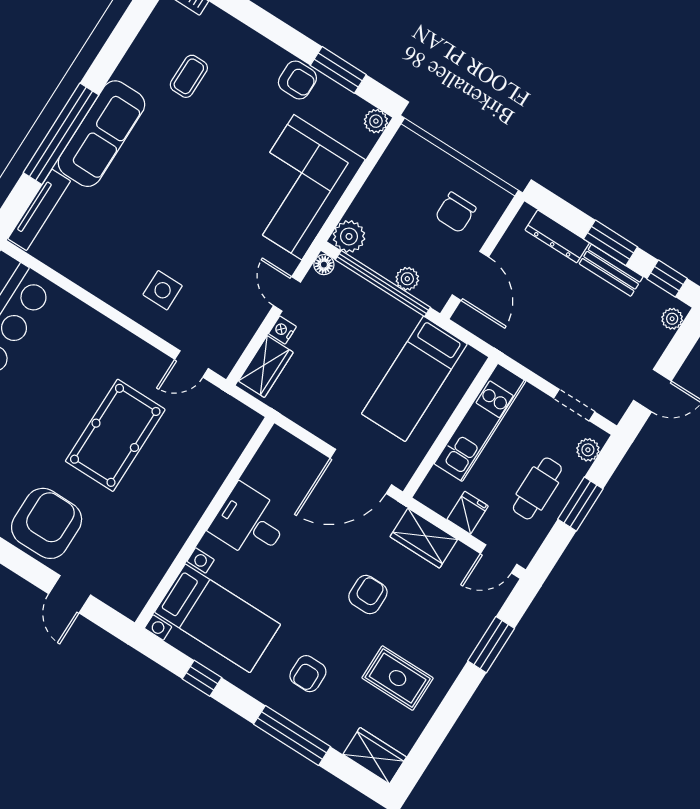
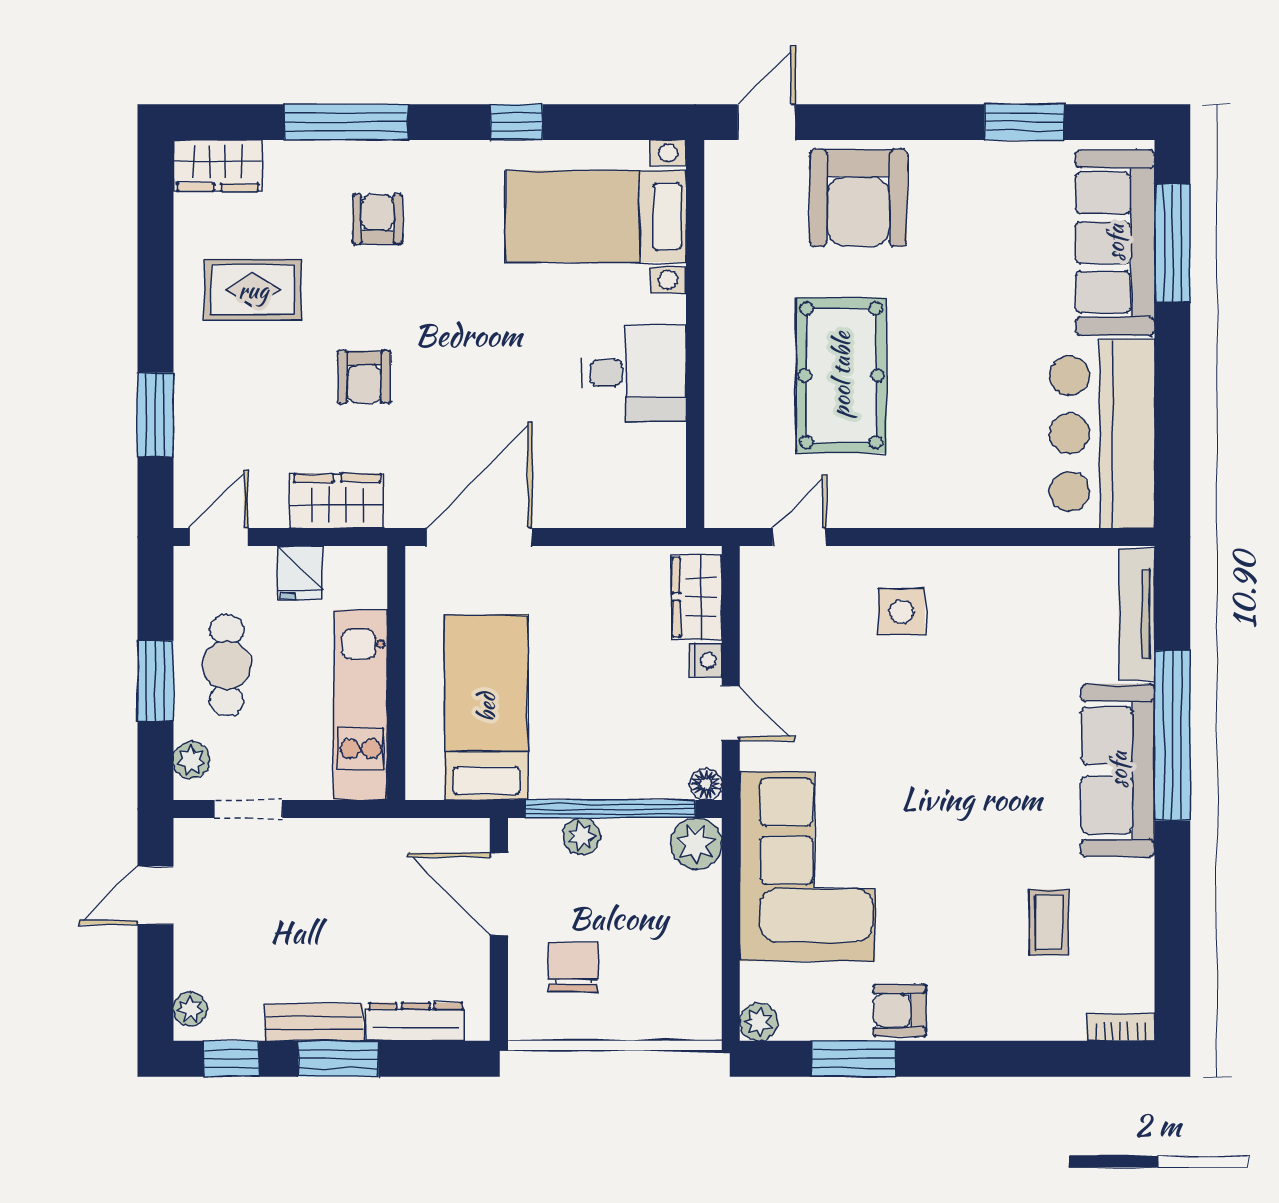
wall: (205, 523) -> (695, 334), moved
desk: (250, 523) -> (634, 373), moved
door: (70, 594) -> (767, 122), hinge flipped
bed with nightstands: (218, 618) -> (596, 216), moved

